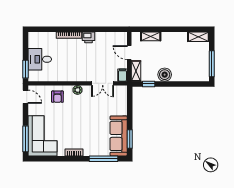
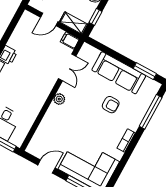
door: (25, 97) -> (46, 167), moved
armchair: (57, 97) -> (111, 105), moved
sofa: (119, 136) -> (119, 73), moved

